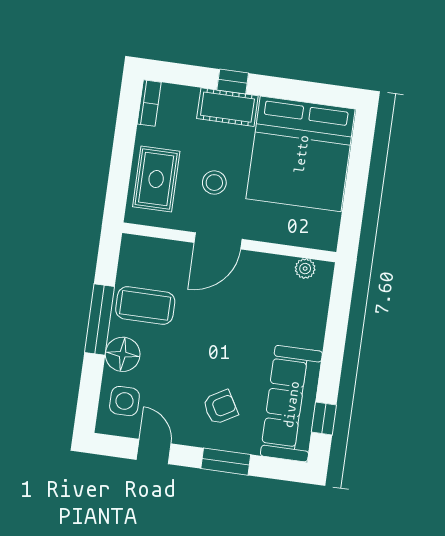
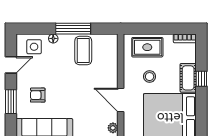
door: (218, 241) -> (121, 100), moved
floor lamp: (123, 354) -> (53, 38), width x0.53, depth x0.53
armchair: (220, 407) -> (38, 95), turned 120

